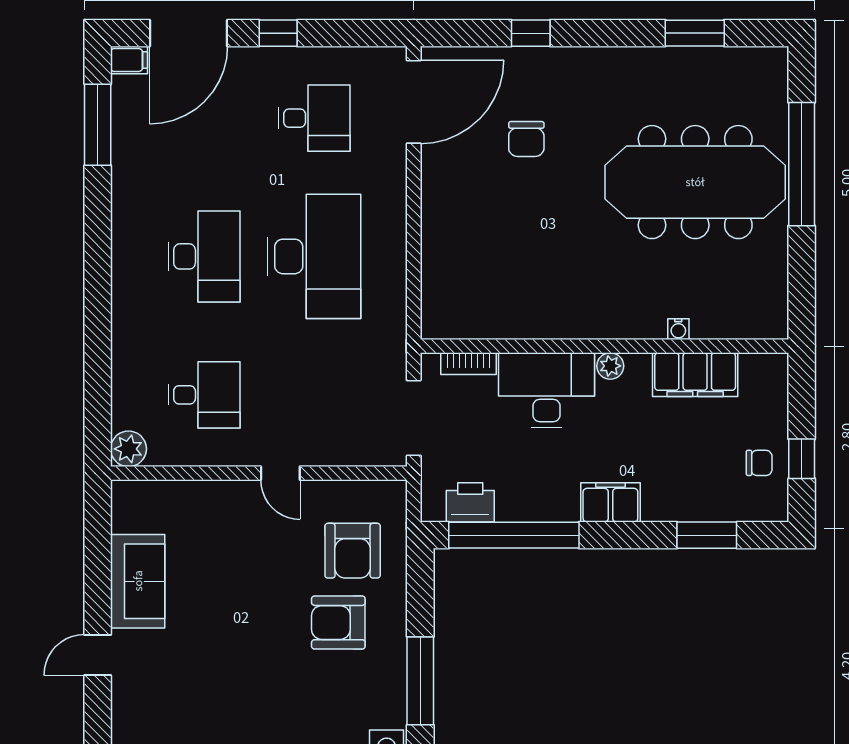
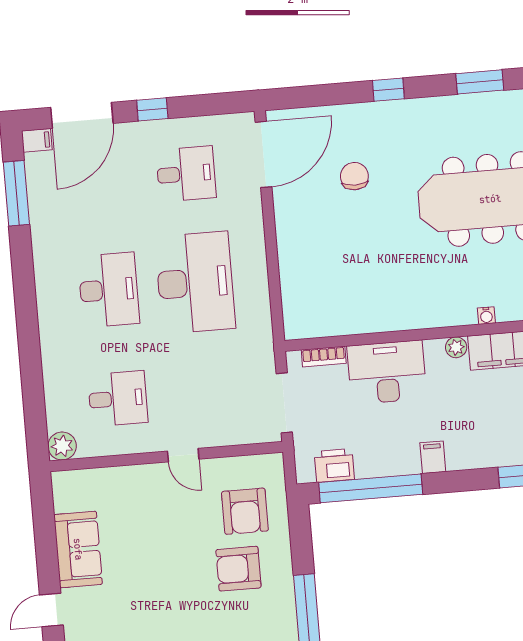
window: (531, 33) -> (388, 90), moved
chair: (526, 139) -> (354, 176), turned 180
plant: (610, 366) -> (456, 347), moved
filing cabinet: (610, 502) -> (433, 457), width x0.50

